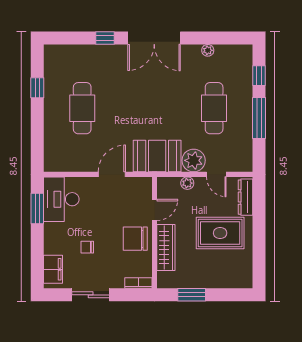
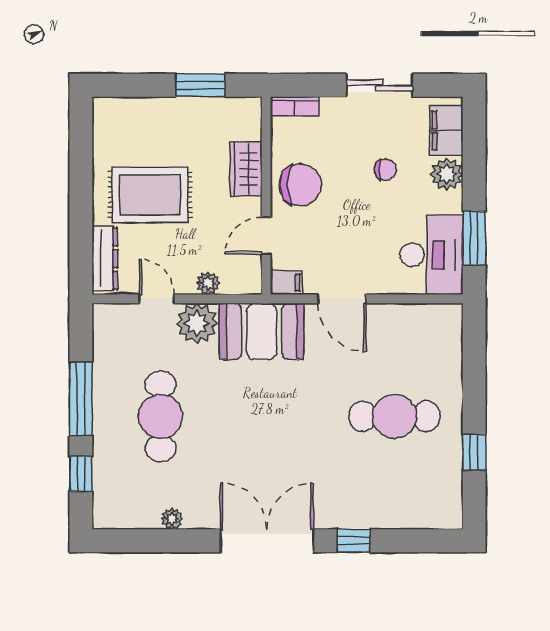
cafe table: (82, 108) -> (394, 416), turned 90
door: (112, 174) -> (342, 299), hinge flipped
filing cabinet: (143, 183) -> (286, 283), added
plant: (53, 245) -> (447, 174), added
wardrobe: (166, 248) -> (246, 169), width x0.67

